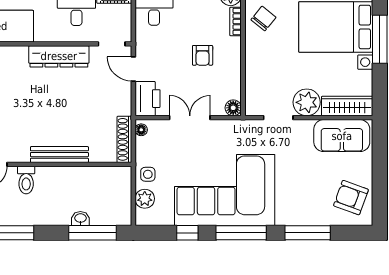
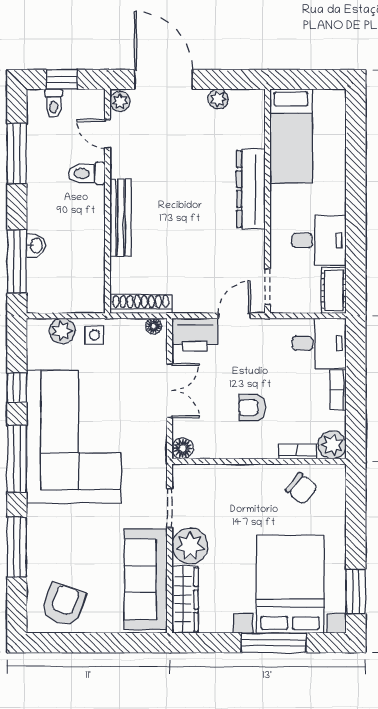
dresser: (59, 56) -> (251, 189), moved
sofa: (342, 136) -> (146, 579), width x1.36

